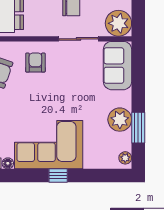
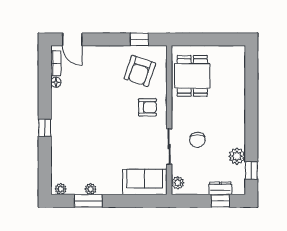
plant: (118, 23) -> (178, 183), width x0.53, depth x0.53
plant: (120, 120) -> (91, 189), width x0.53, depth x0.53
corner sofa: (49, 145) -> (73, 119), removed

